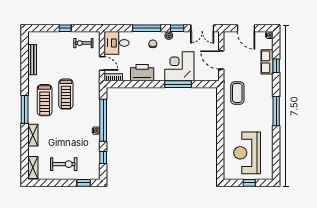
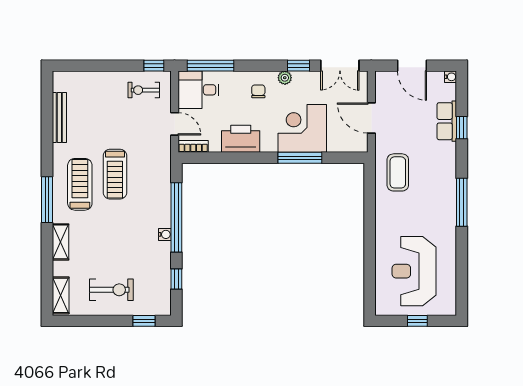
window: (65, 28) -> (154, 66), moved
window: (147, 28) -> (211, 66), moved
treadmill: (45, 100) -> (80, 184), turned 180

